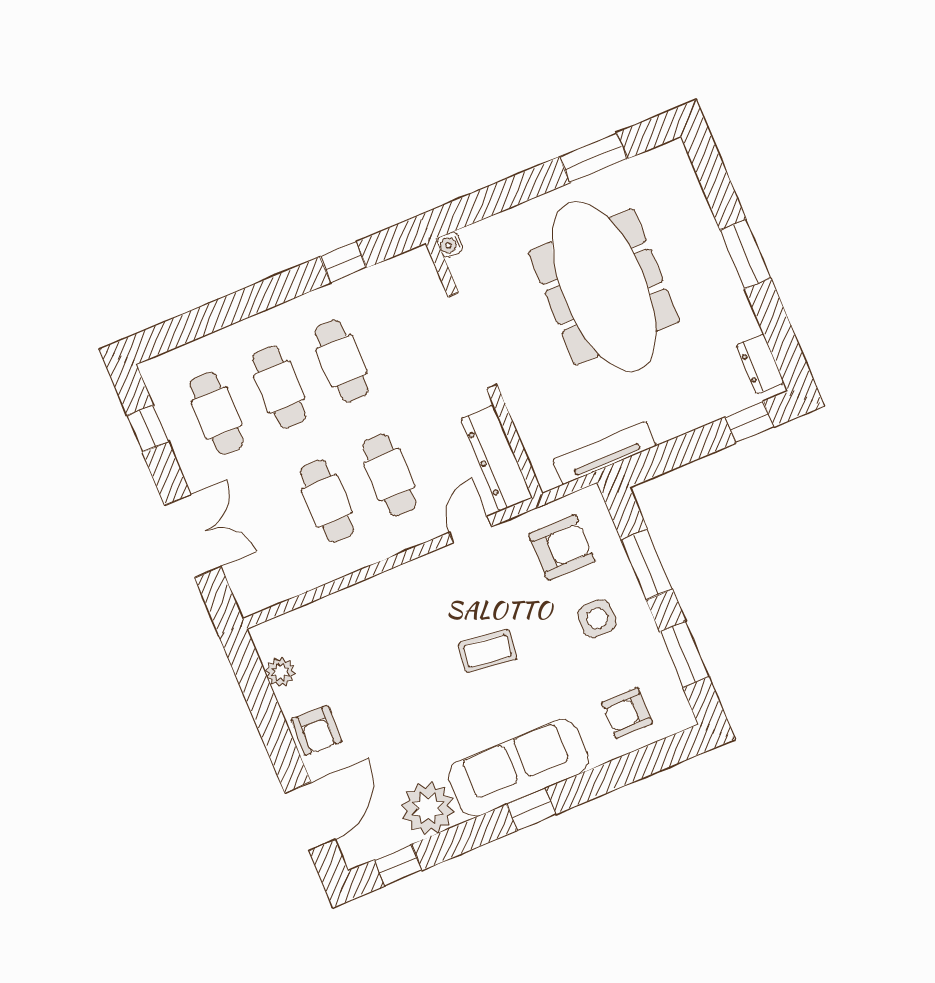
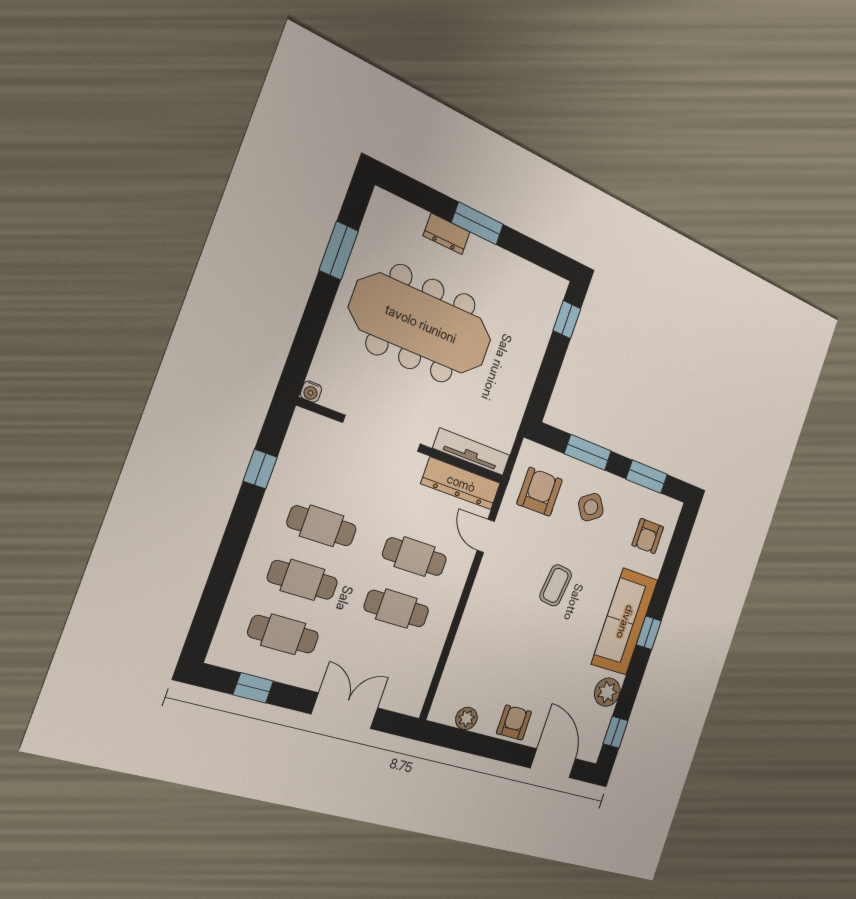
dresser: (760, 364) -> (447, 234), moved
tv unit: (604, 453) -> (472, 452), moved, turned 90
side table: (597, 618) -> (591, 507), turned -34
armchair: (317, 730) -> (514, 723), turned -92
plant: (428, 808) -> (607, 692), width x0.73, depth x0.73

